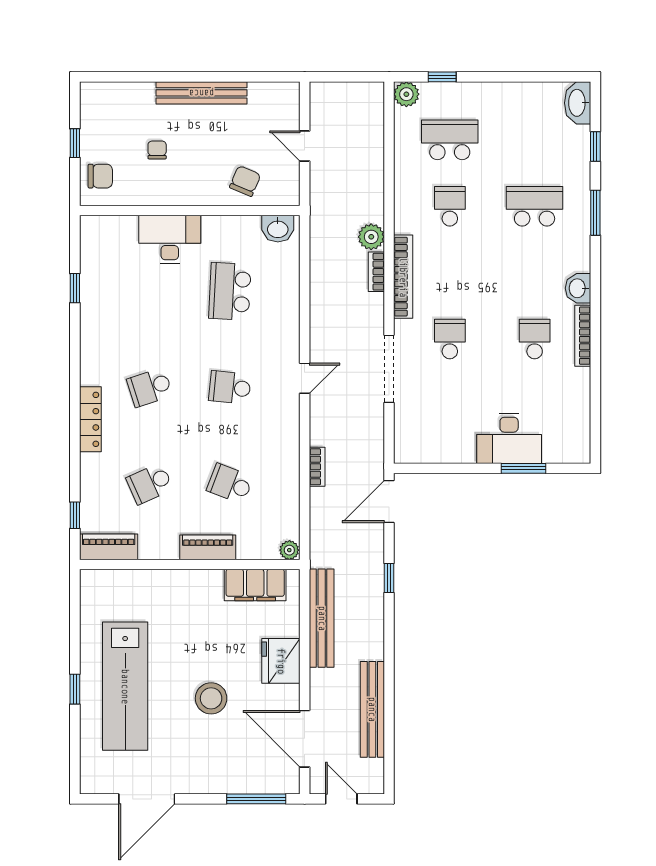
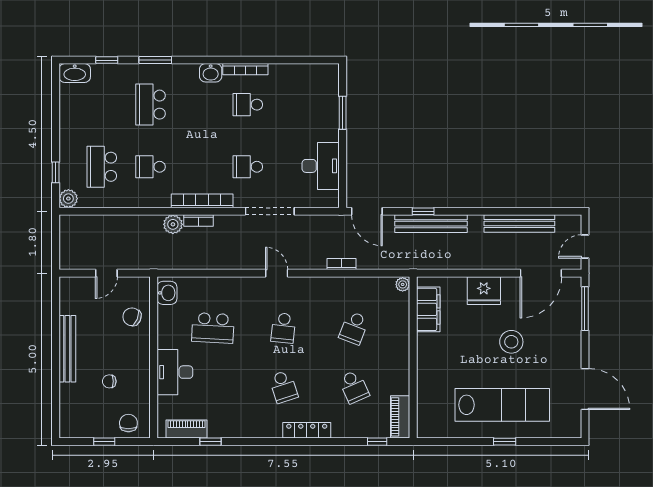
desk: (509, 438) -> (321, 166), moved
piano: (208, 547) -> (186, 429), moved, turned 90
bench: (322, 618) -> (431, 224), moved

